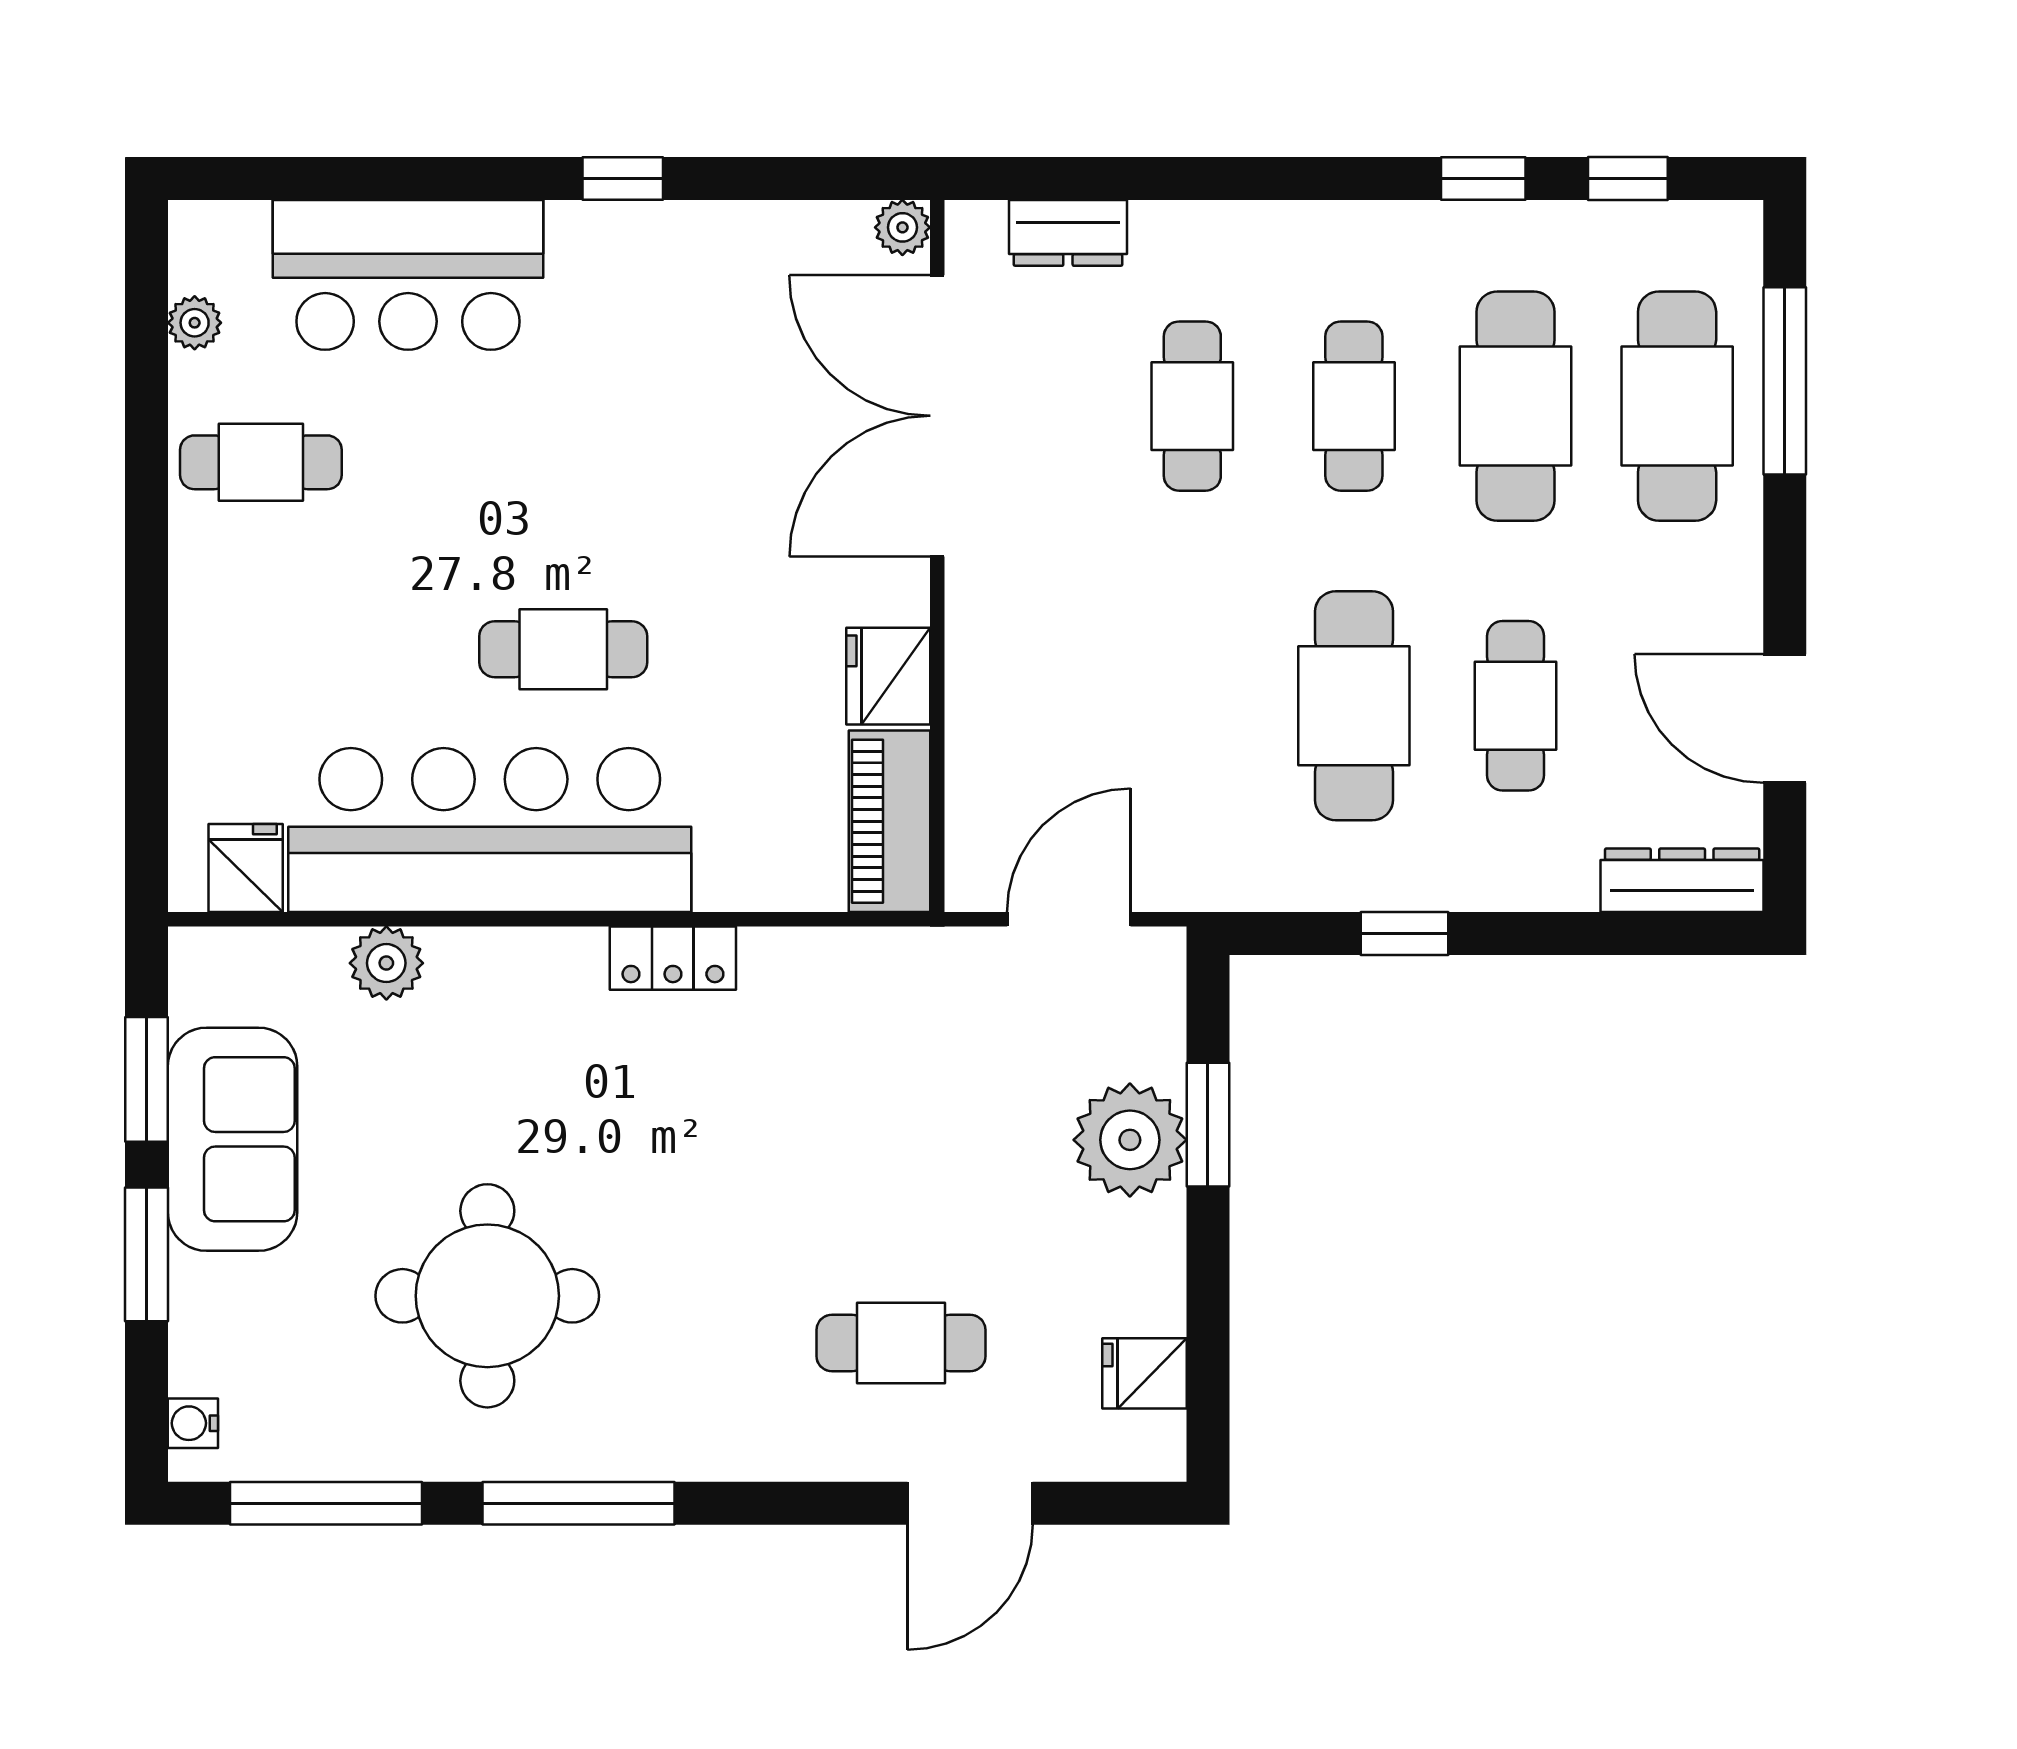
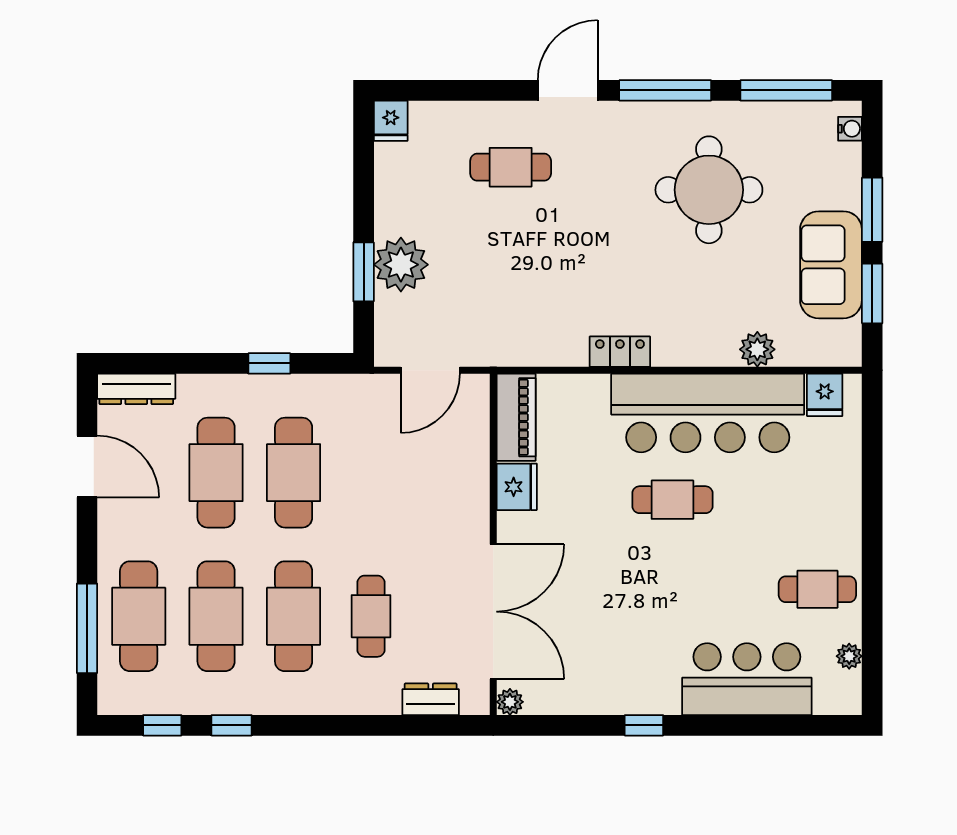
cafe table: (1354, 406) -> (294, 616), width x1.37, depth x1.35
cafe table: (1516, 706) -> (216, 473), width x1.37, depth x1.35
fridge: (1144, 1373) -> (391, 121), moved, turned 90
door: (970, 1503) -> (568, 90), moved

